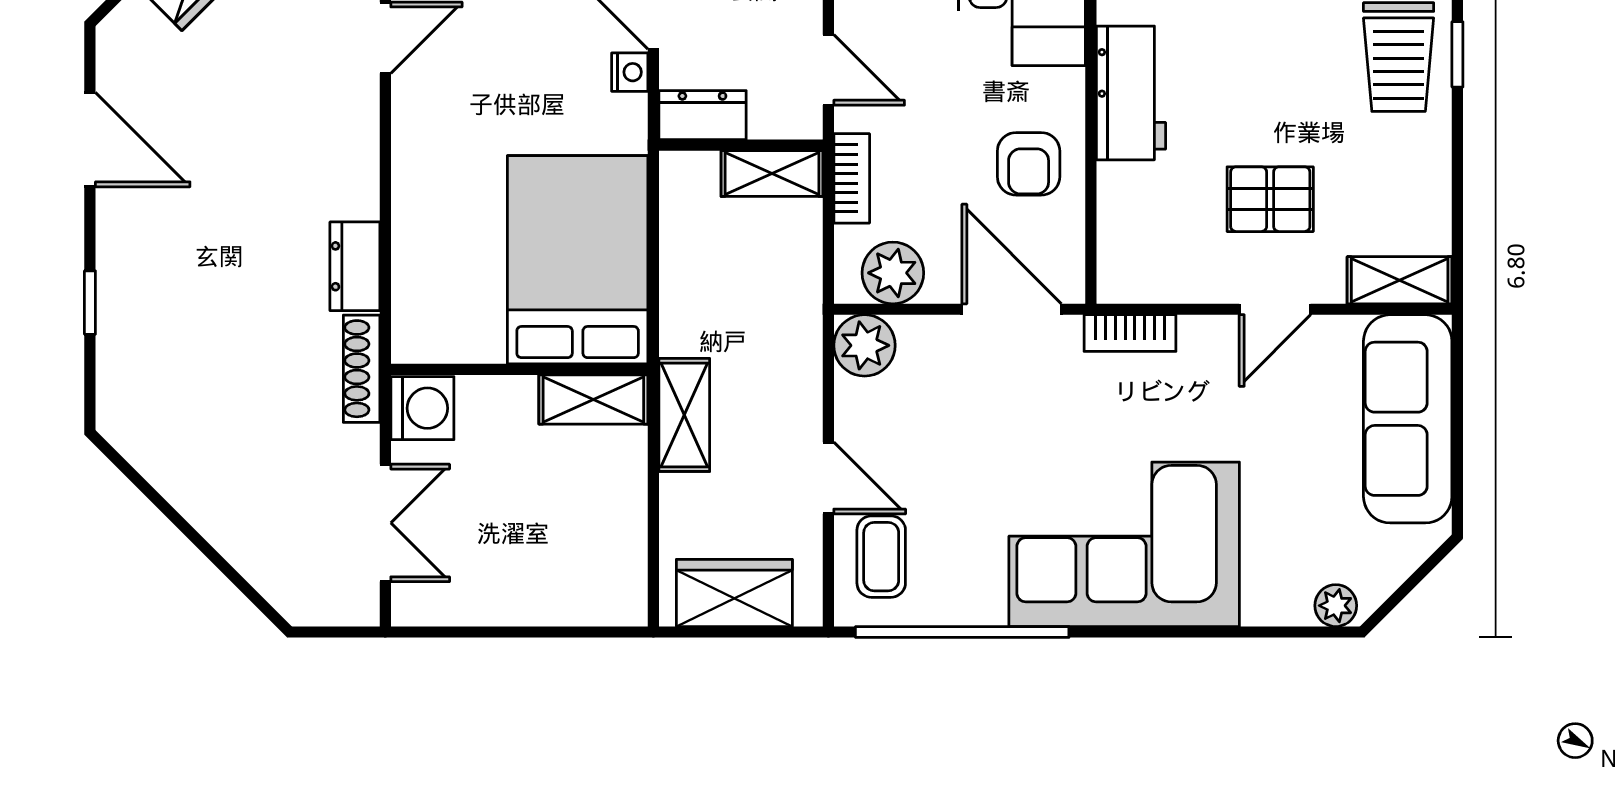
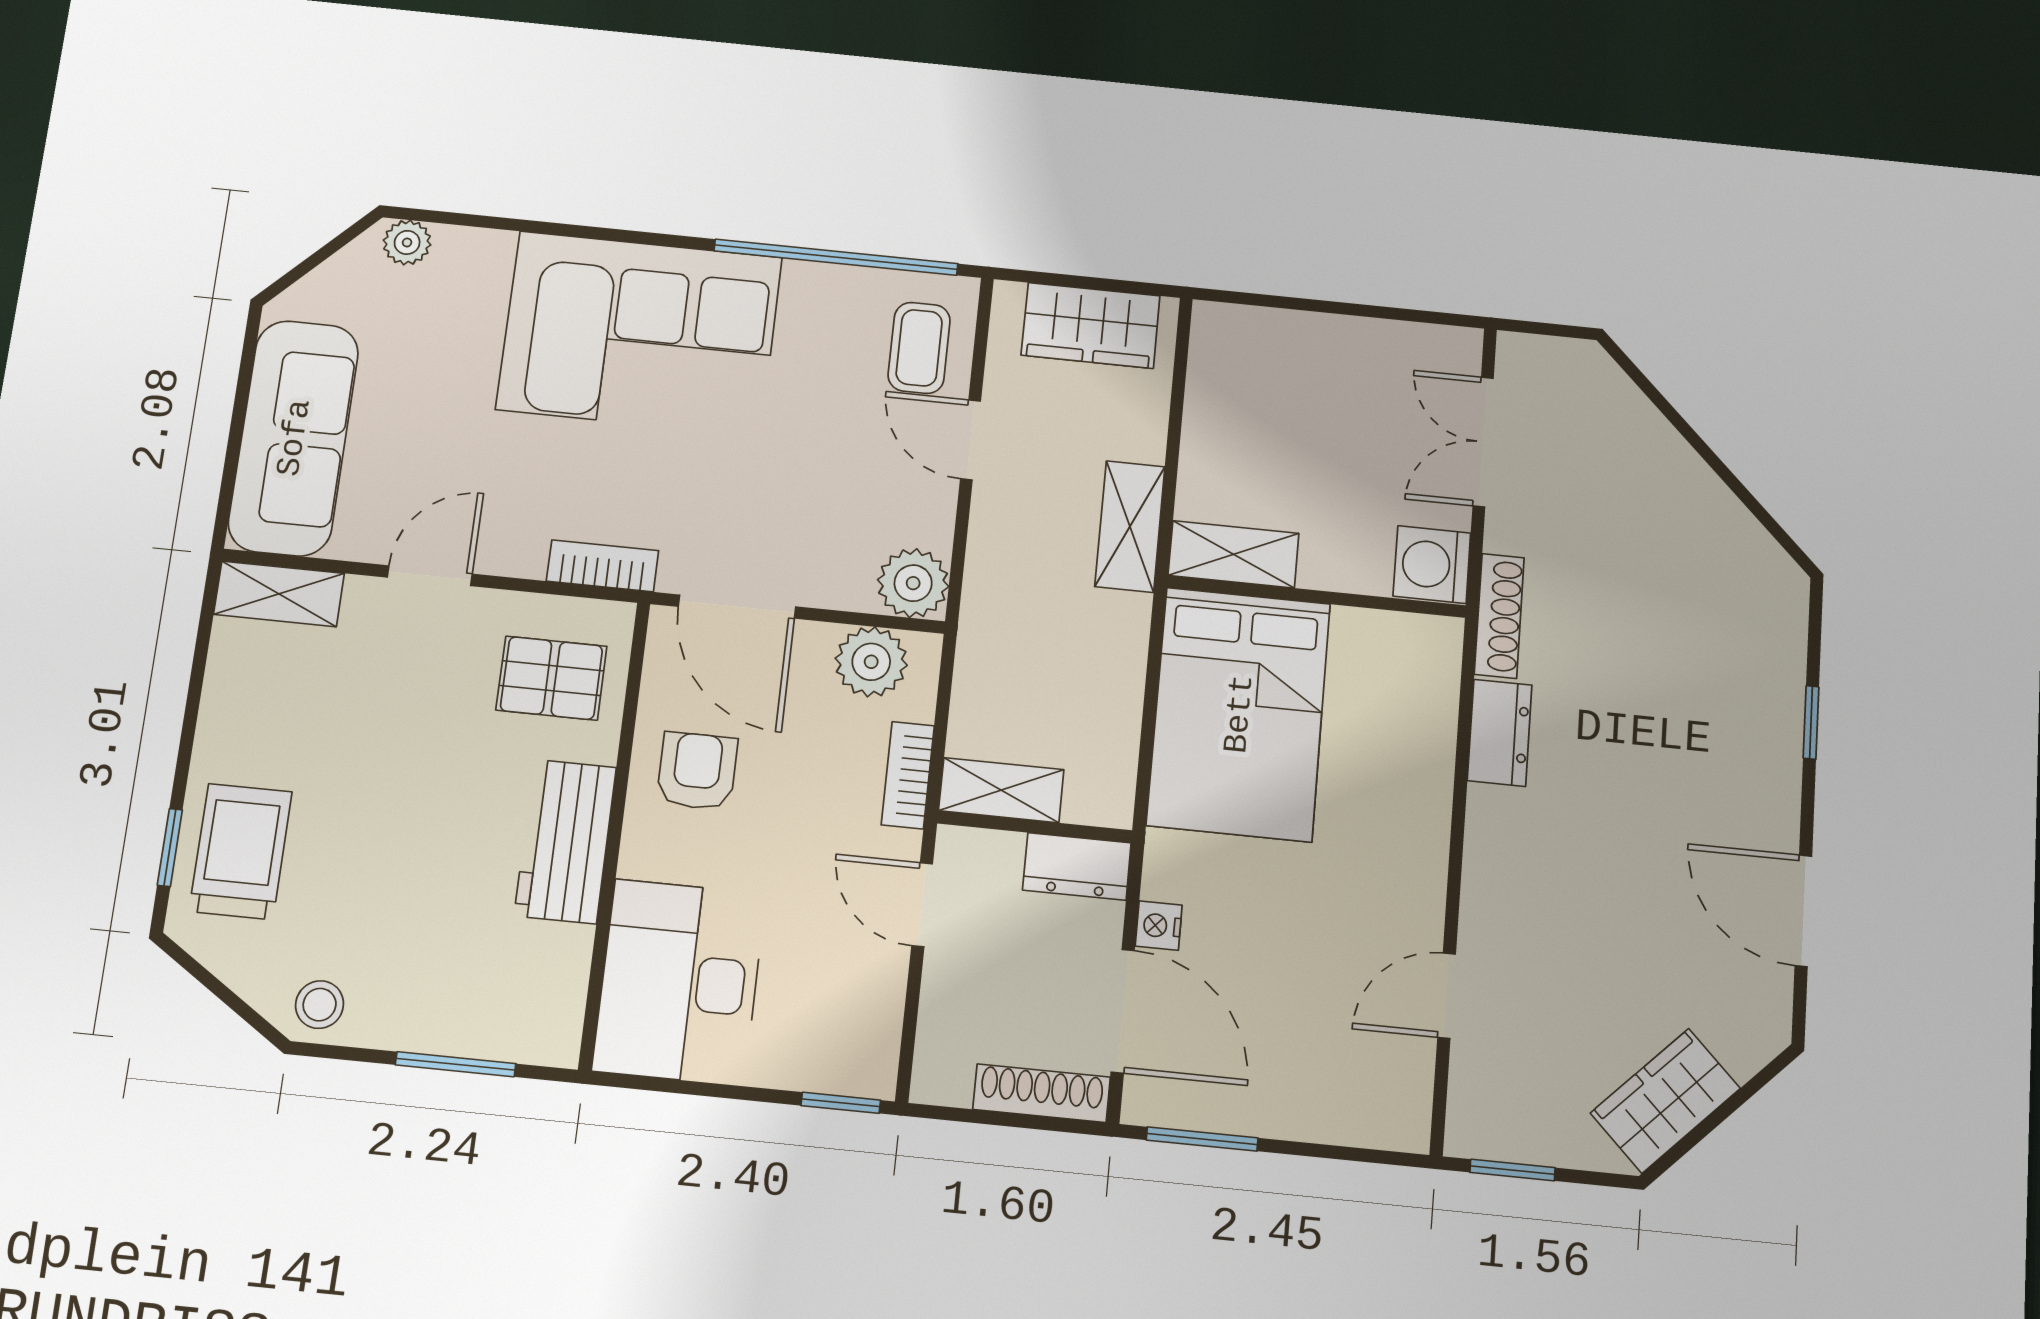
pallet: (1270, 199) -> (551, 678), moved

